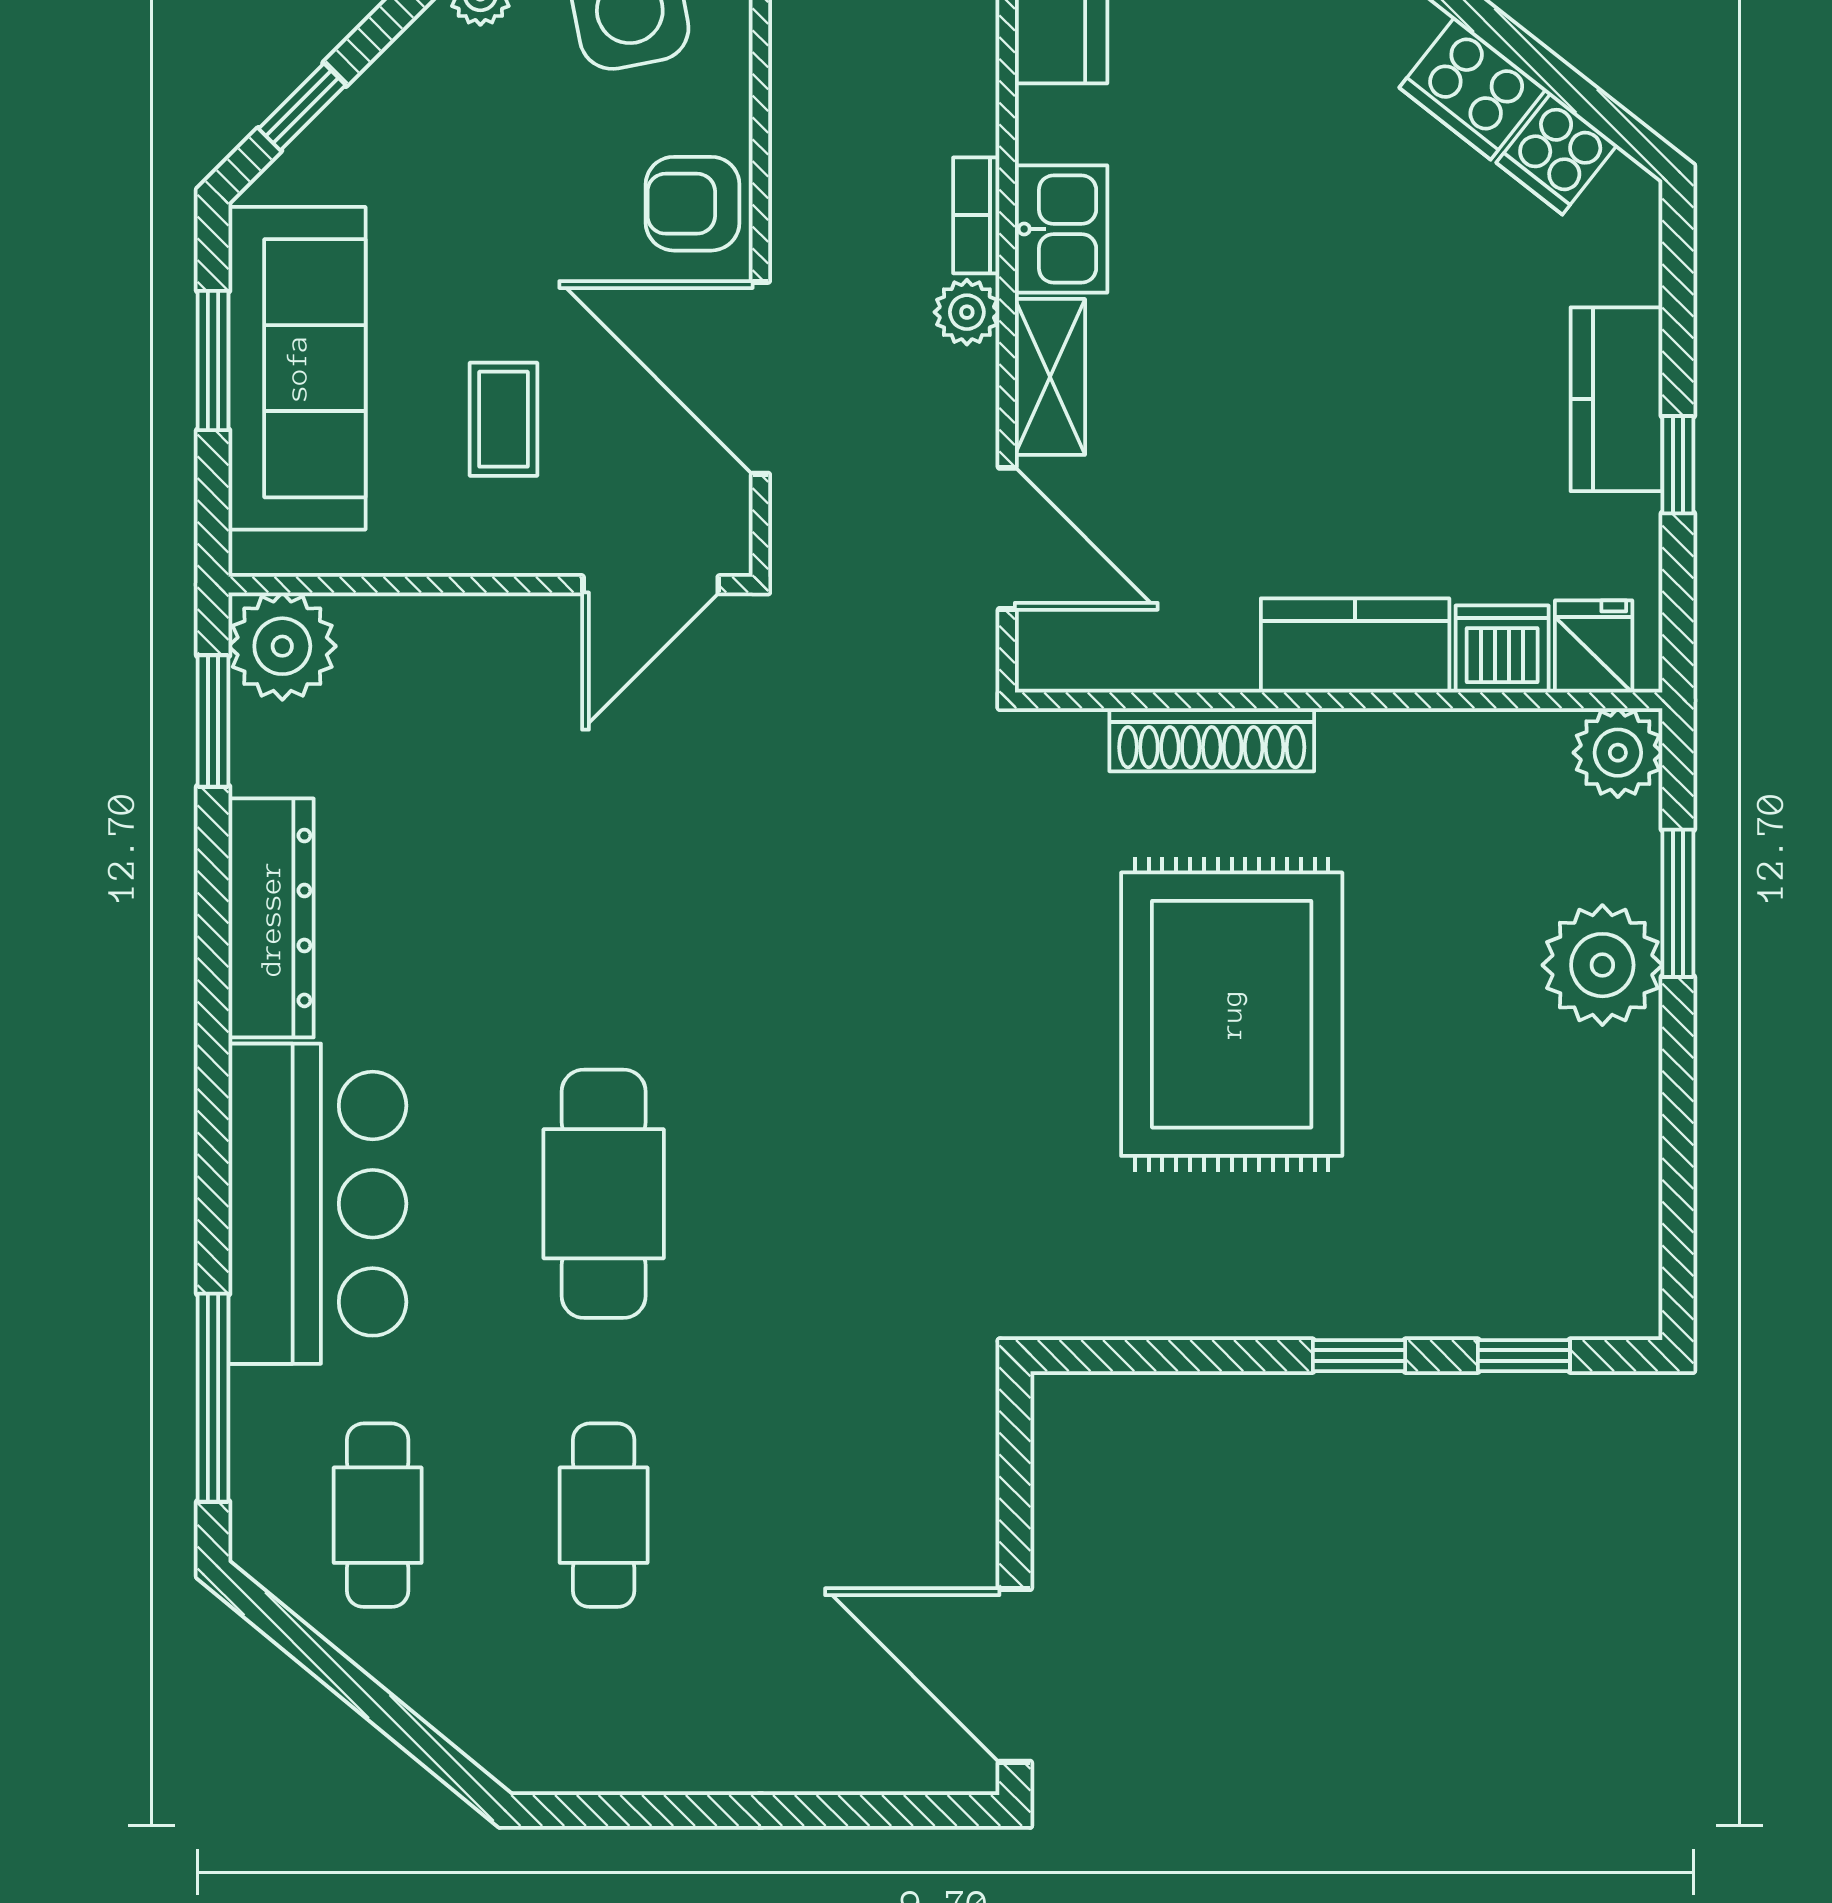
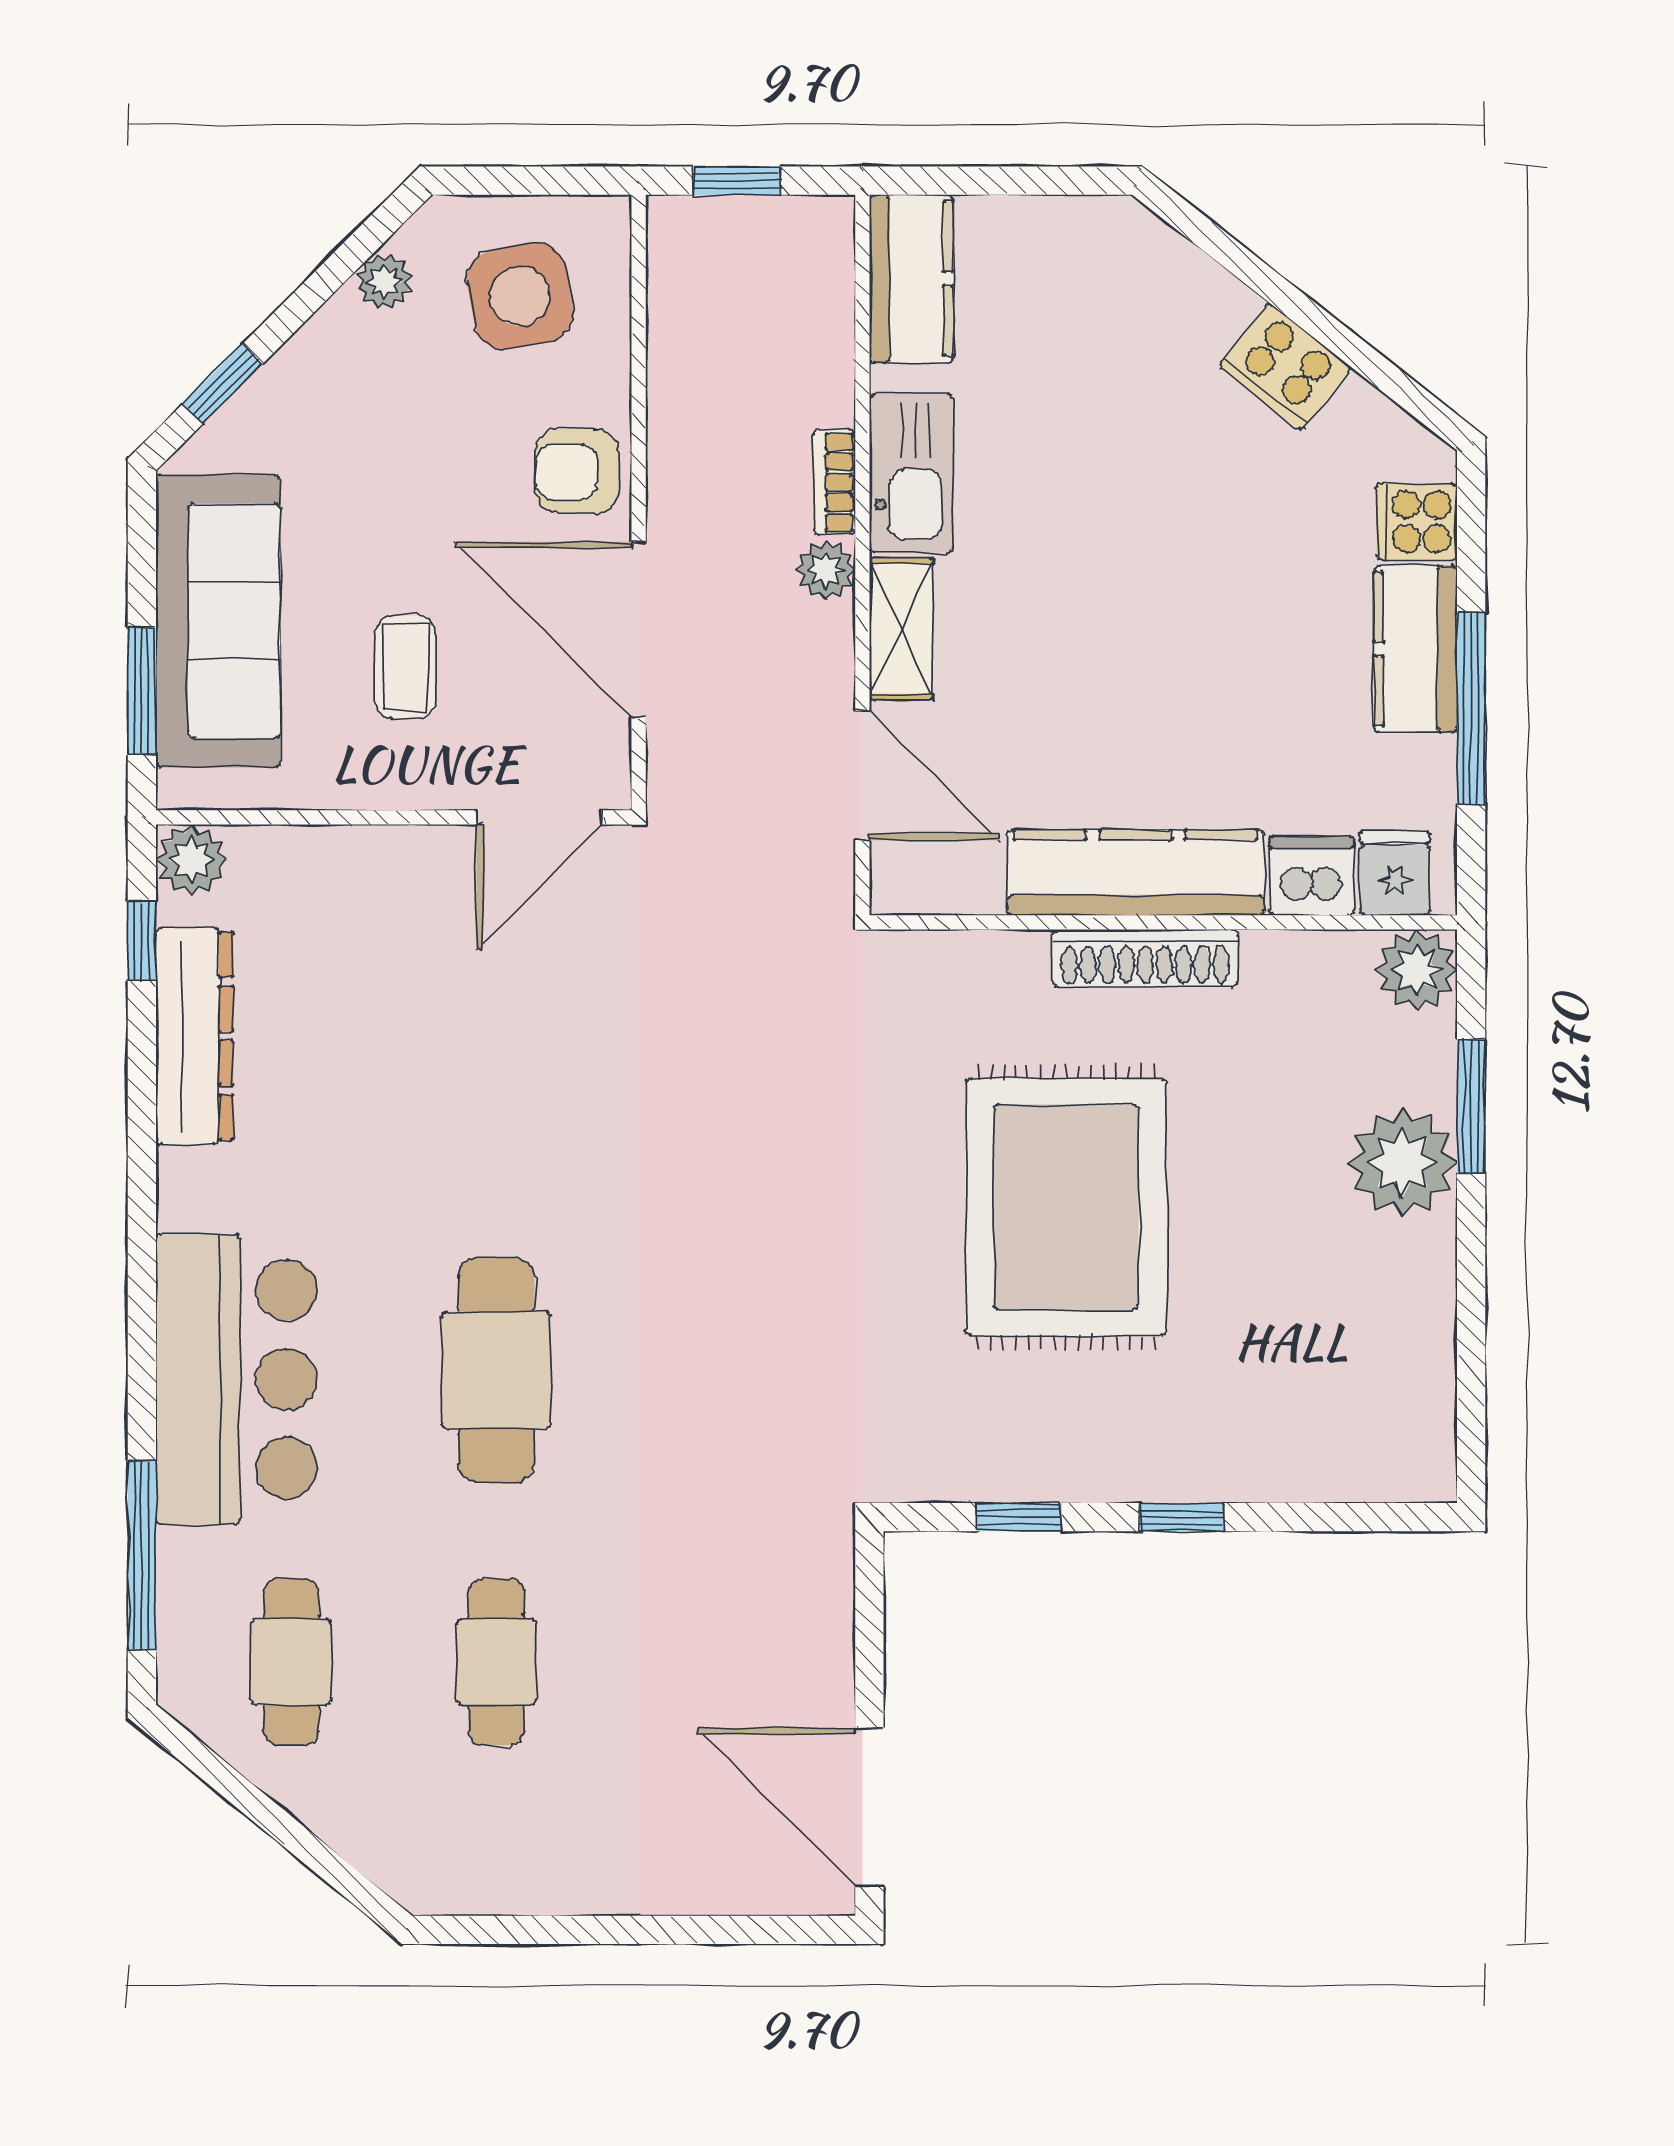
cooker: (1557, 154) -> (1417, 522), moved, turned 52
kitchen sink: (1061, 229) -> (911, 473), width x1.38
window: (213, 361) -> (142, 691), moved
window: (1678, 465) -> (1471, 709), width x2.17
kitchen counter: (1355, 645) -> (1135, 873), width x1.50
plant: (282, 646) -> (192, 860), width x0.73, depth x0.73
window: (213, 721) -> (142, 941), width x0.67
shoe rack: (1212, 740) -> (1145, 958), moved
dresser: (271, 918) -> (194, 1036), moved
window: (1524, 1356) -> (1019, 1517), moved

